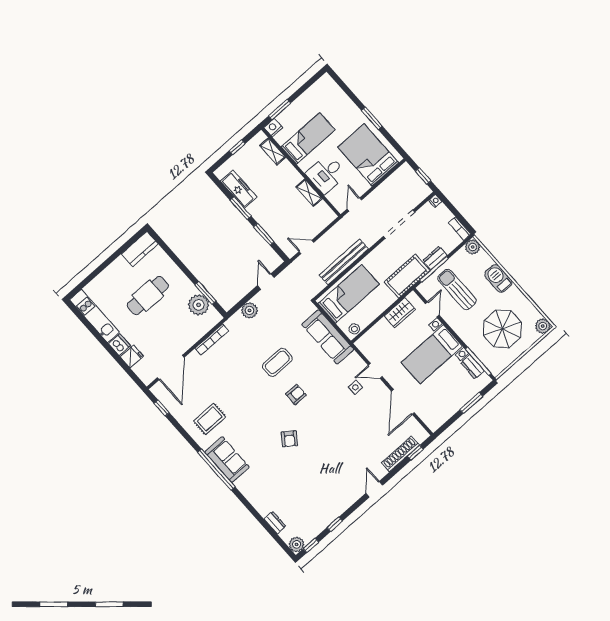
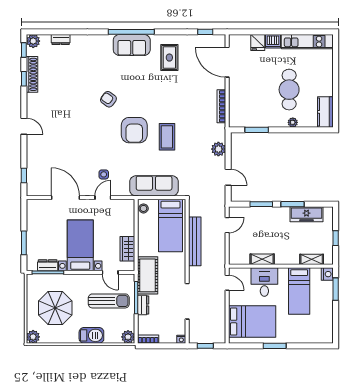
plant: (199, 305) -> (293, 122), moved, width x0.53, depth x0.53
armchair: (296, 394) -> (134, 130), width x1.88, depth x1.88
shoe rack: (400, 454) -> (32, 74), moved

